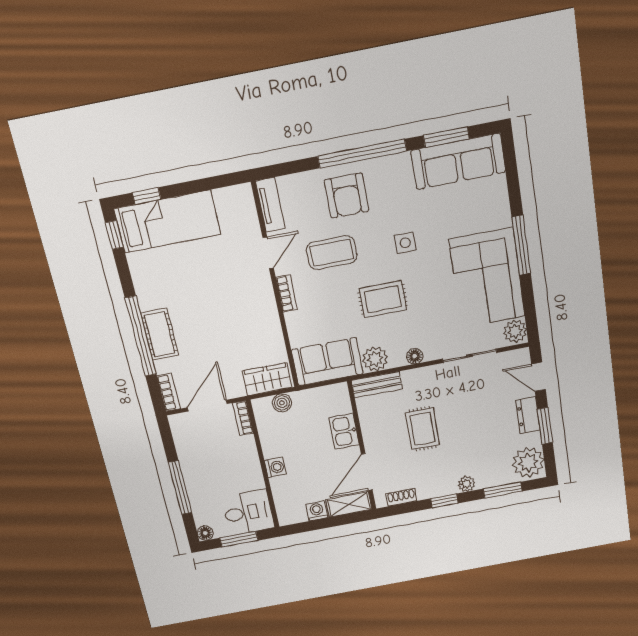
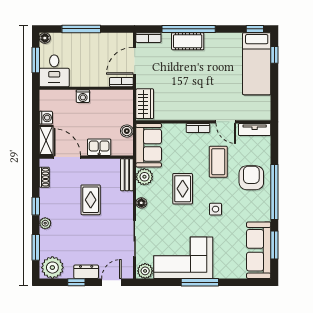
armchair: (347, 196) -> (251, 178), turned 90
boiler: (282, 403) -> (127, 131), moved
door: (207, 406) -> (135, 61), swing flipped
window: (545, 426) -> (76, 282), width x0.67
rug: (422, 429) -> (91, 200), turned 90

